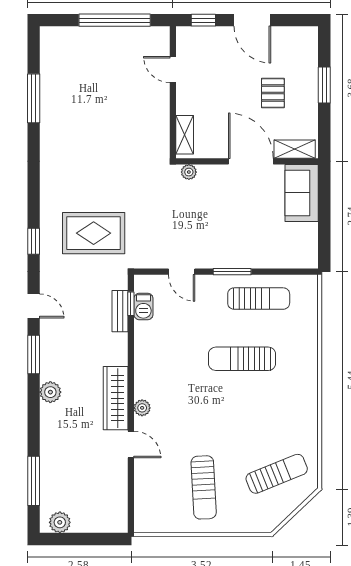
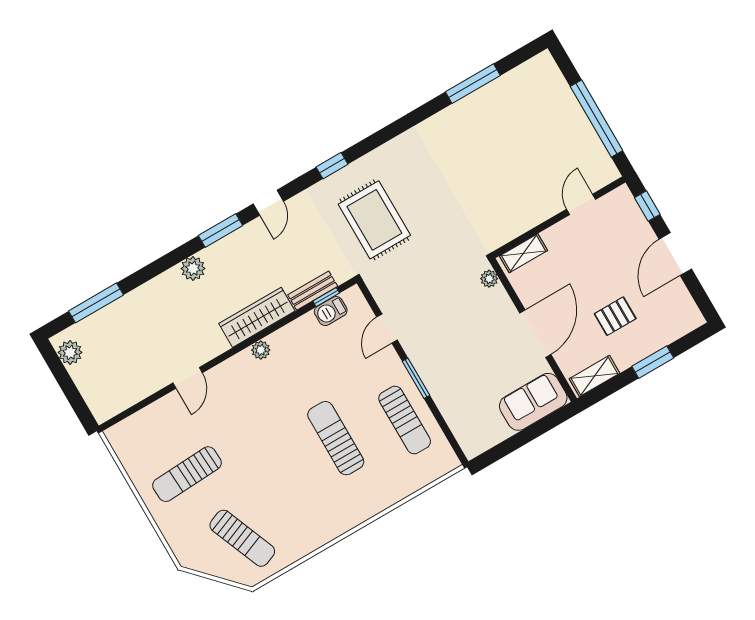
shelving: (295, 149) -> (594, 376), moved, turned 90
wardrobe: (116, 398) -> (257, 317), moved
plant: (142, 408) -> (261, 350), moved

